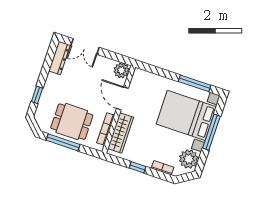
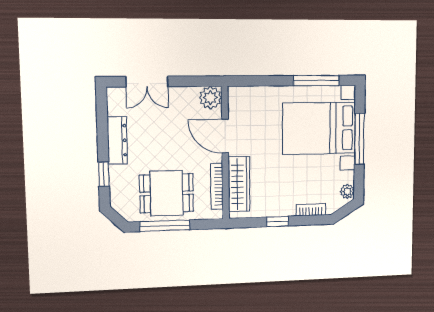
dresser: (59, 58) -> (117, 140), moved
plant: (189, 159) -> (347, 191), width x0.53, depth x0.53

